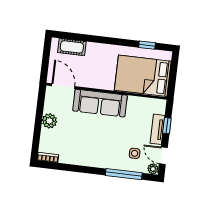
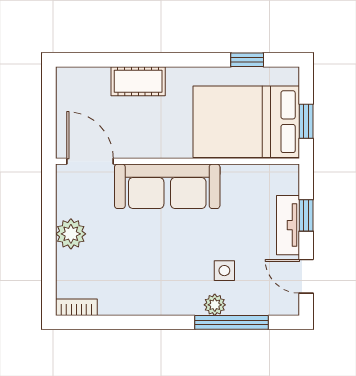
cot: (72, 47) -> (138, 81), moved
window: (172, 79) -> (306, 121), added
side table: (135, 153) -> (224, 271), moved
plant: (153, 169) -> (215, 305), moved

